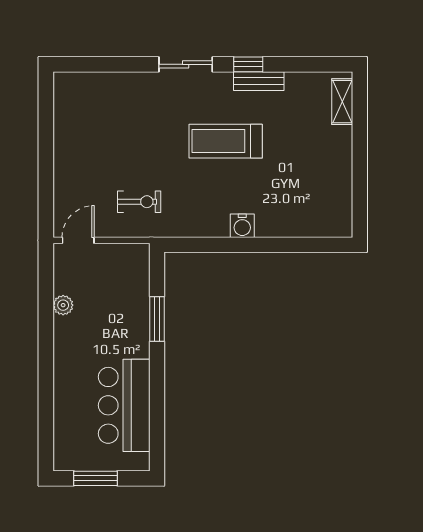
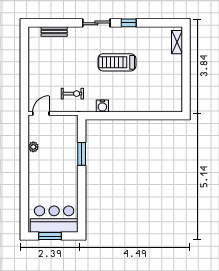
bench: (259, 81) -> (54, 32), moved
water cooler: (242, 226) -> (102, 106), moved
bar counter: (124, 405) -> (54, 219), moved, turned 90

